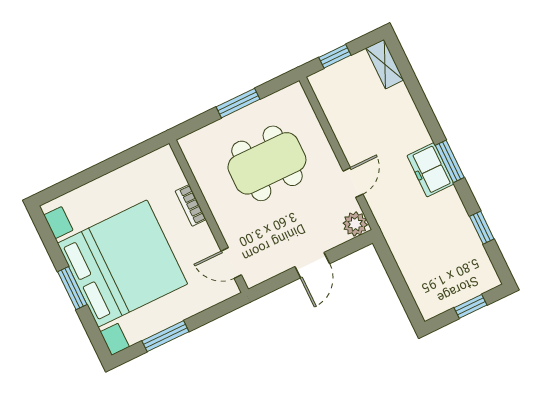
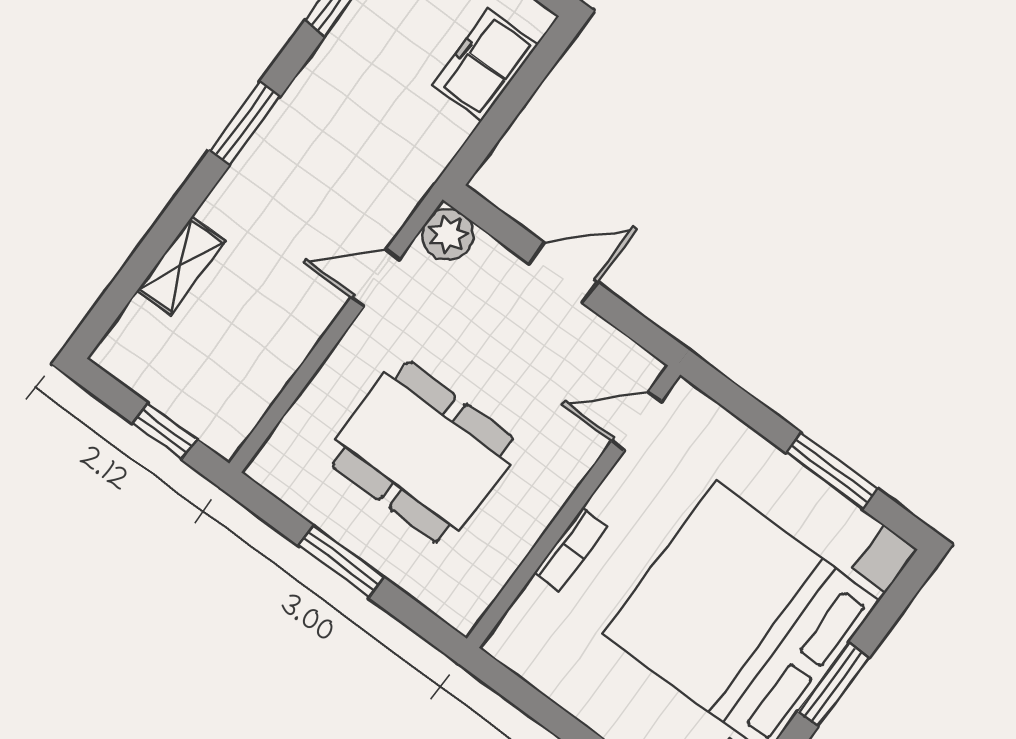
shelving: (385, 64) -> (181, 266), moved
freezer: (430, 170) -> (485, 65), moved, turned 180
door: (231, 263) -> (636, 421), swing flipped

